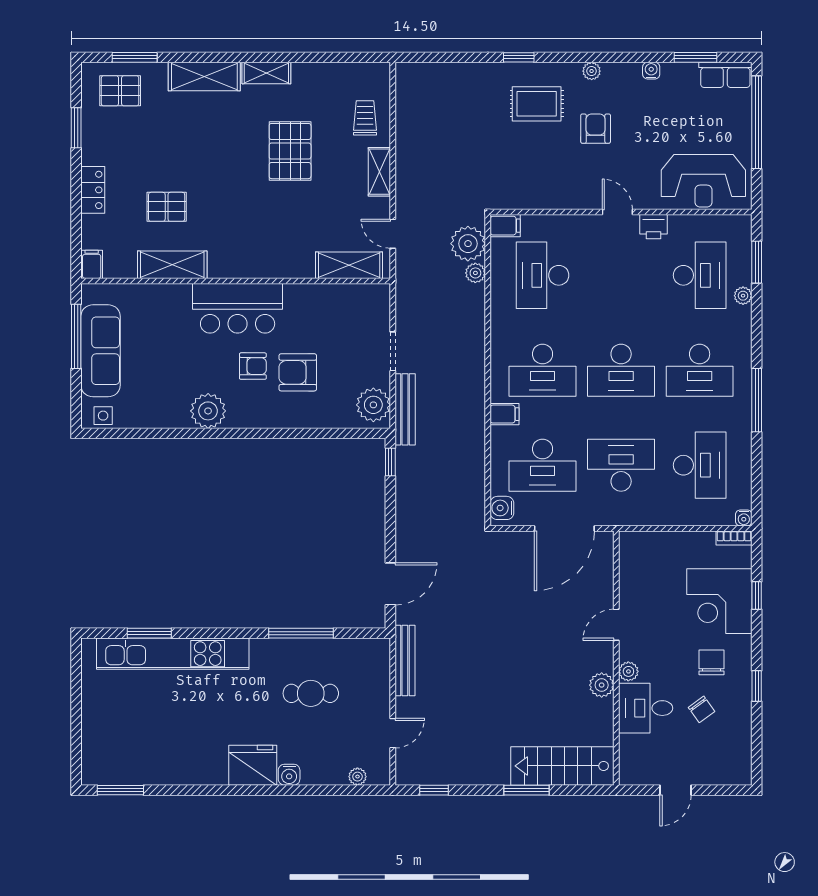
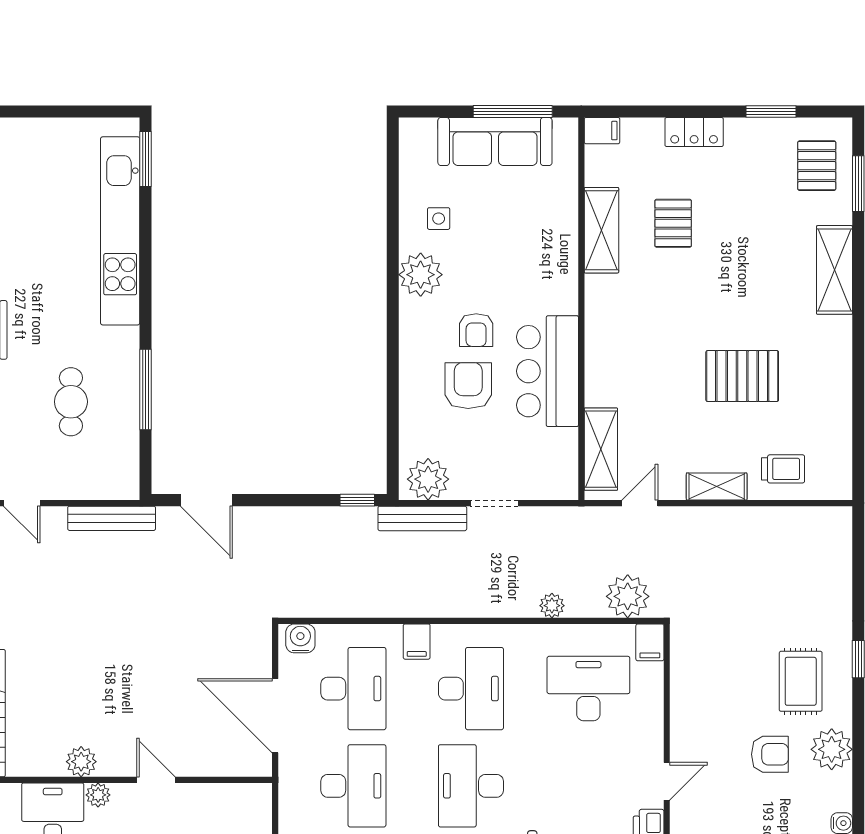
plant: (592, 71) -> (832, 749), width x1.87, depth x1.87
shelving: (266, 73) -> (839, 347), removed
plant: (475, 273) -> (552, 606), moved
bar counter: (238, 308) -> (548, 371), moved
desk: (543, 370) -> (471, 689), turned 180
side table: (103, 416) -> (439, 219), moved
desk: (543, 465) -> (353, 689), turned 180
window: (149, 633) -> (145, 159), moved

